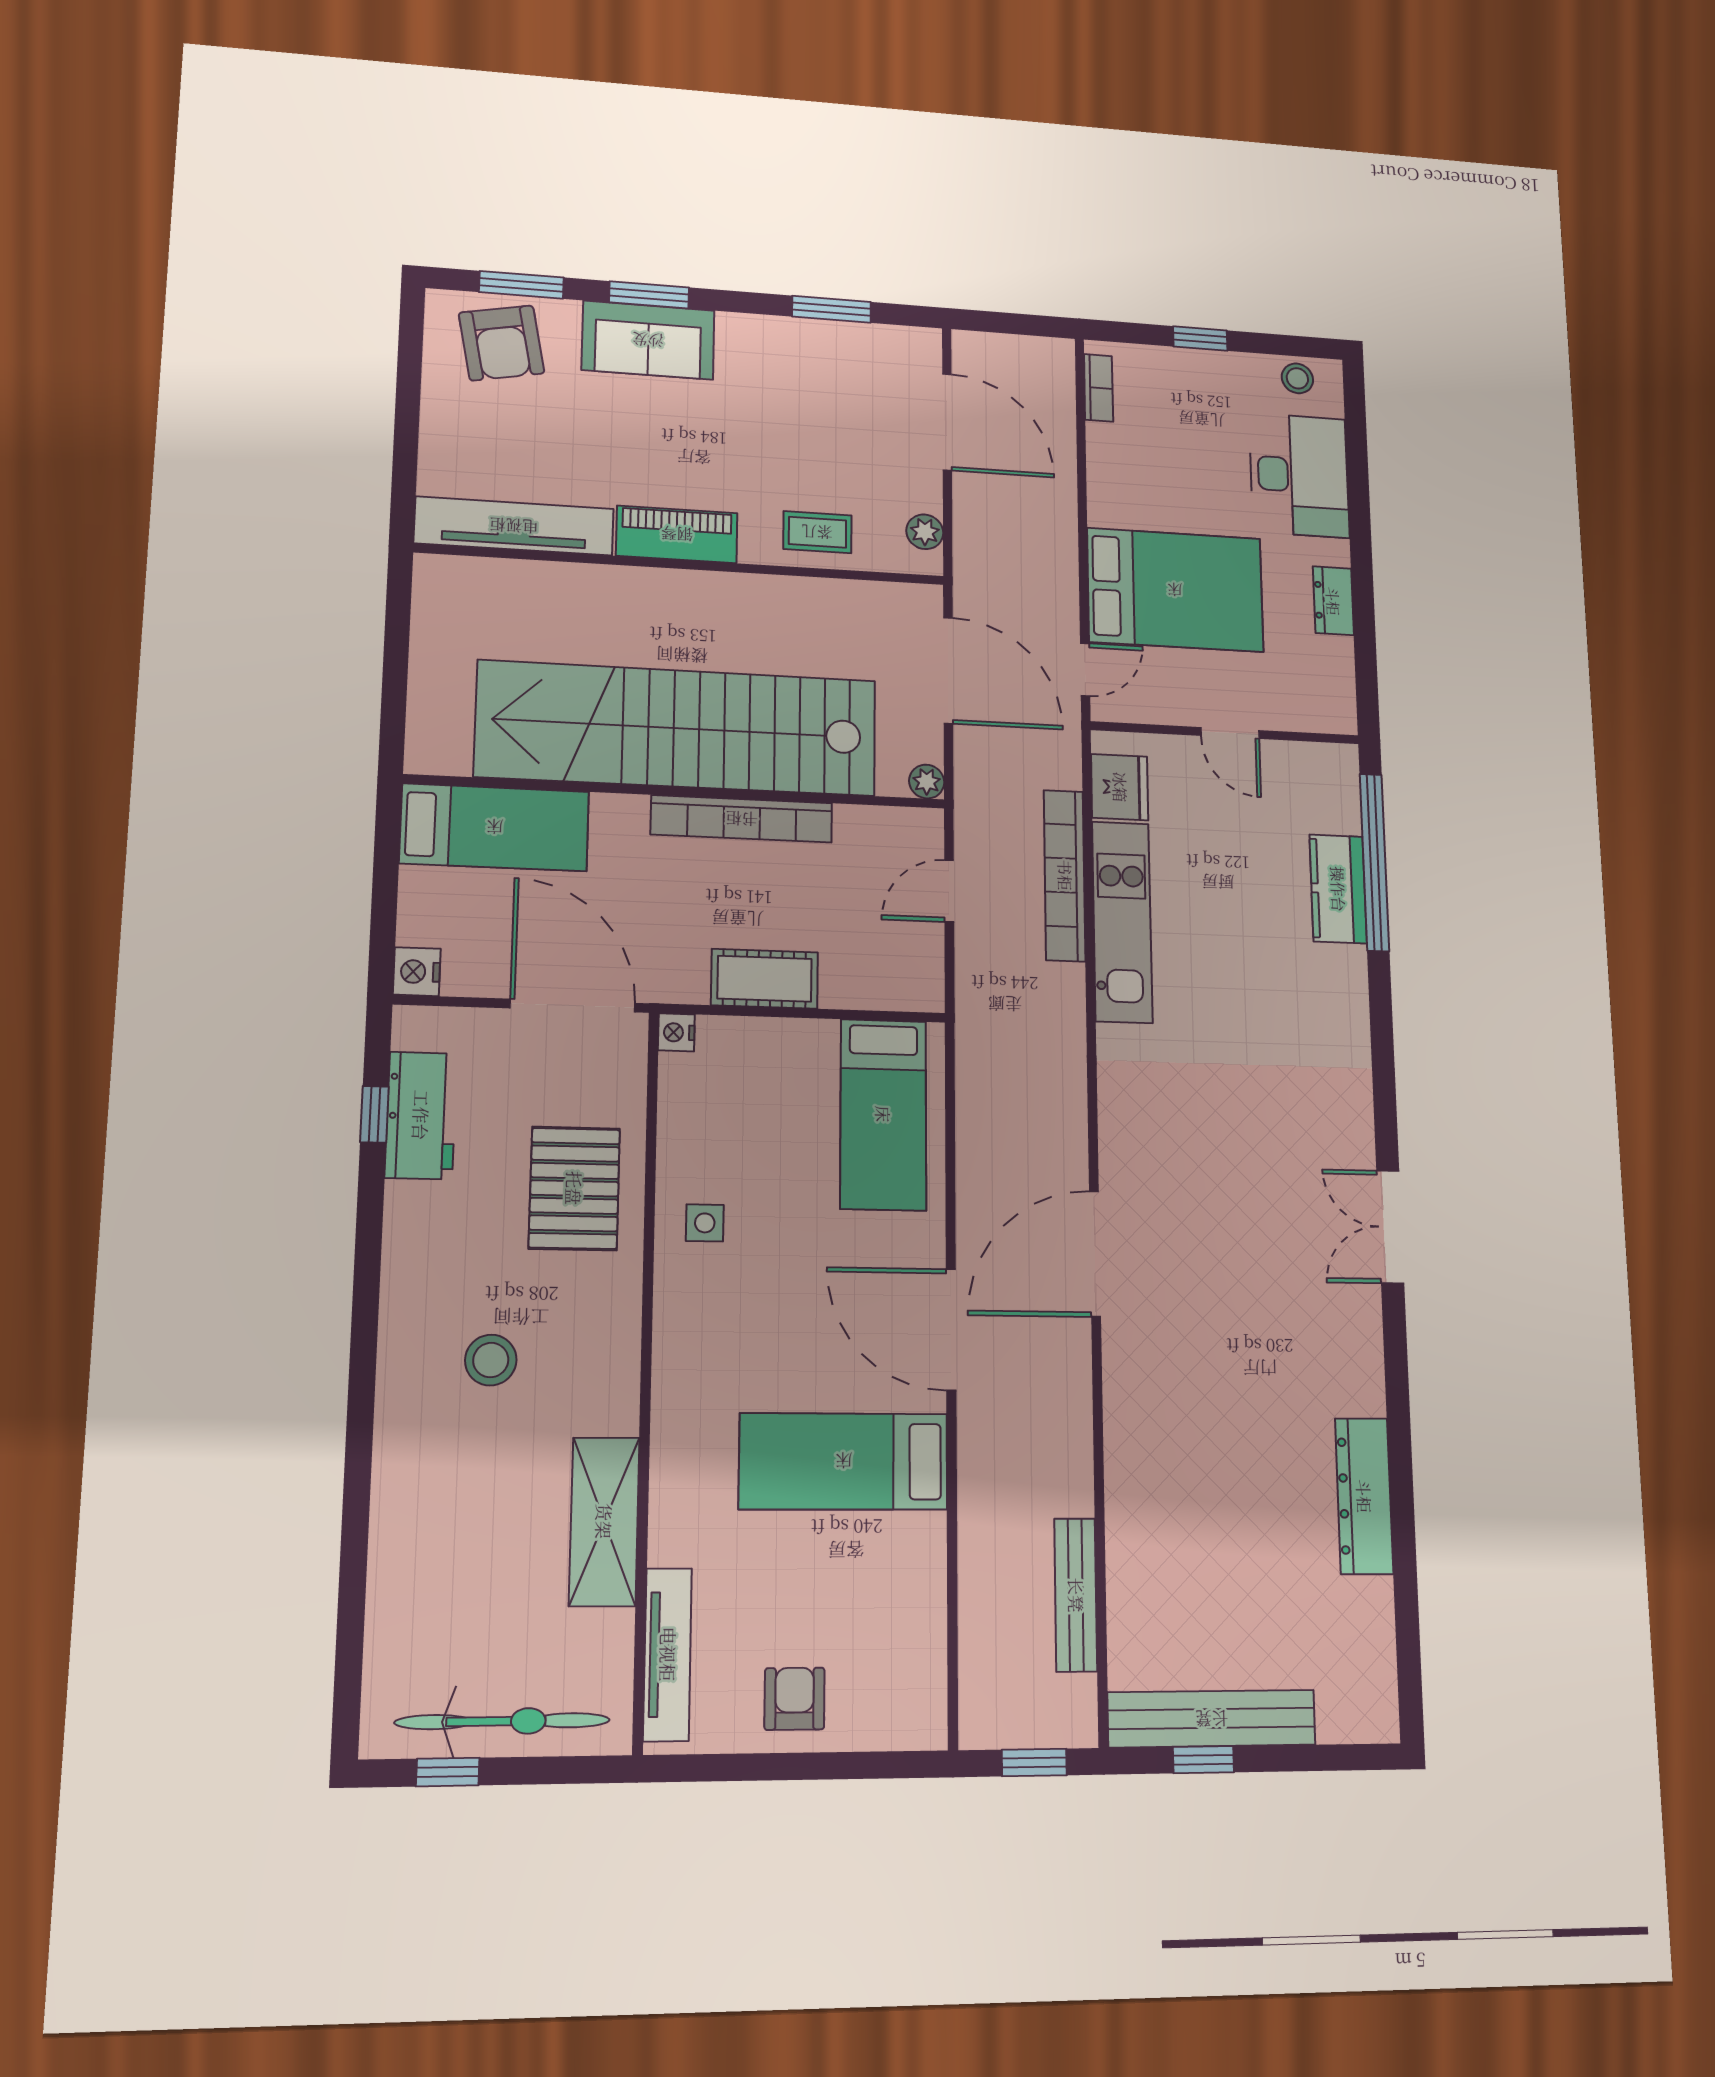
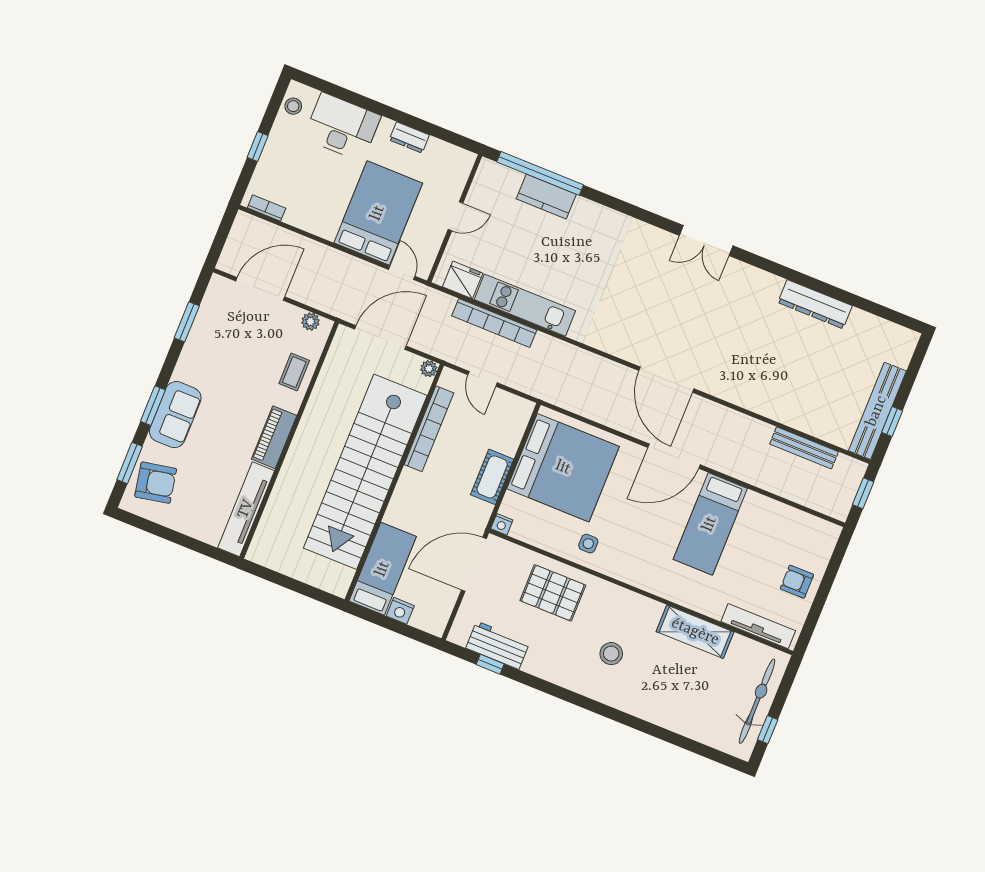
bookcase: (742, 819) -> (429, 429), moved
nightstand: (417, 972) -> (400, 611), moved
bed: (883, 1114) -> (563, 468), width x2.04

